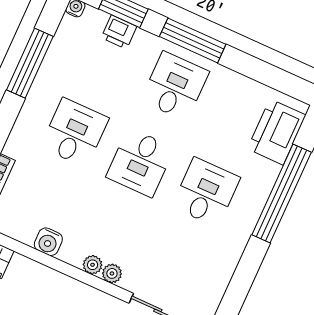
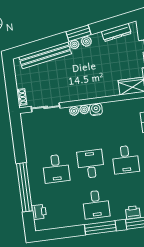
printer: (277, 132) -> (39, 212), width x0.53, depth x0.68
water cooler: (48, 242) -> (96, 109), moved

